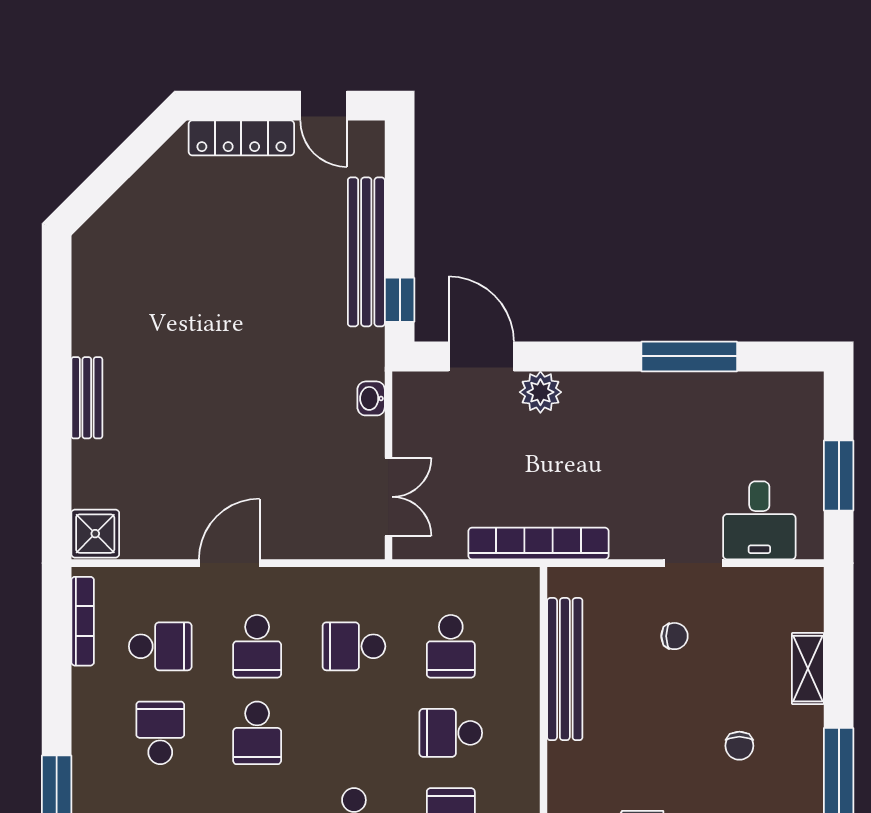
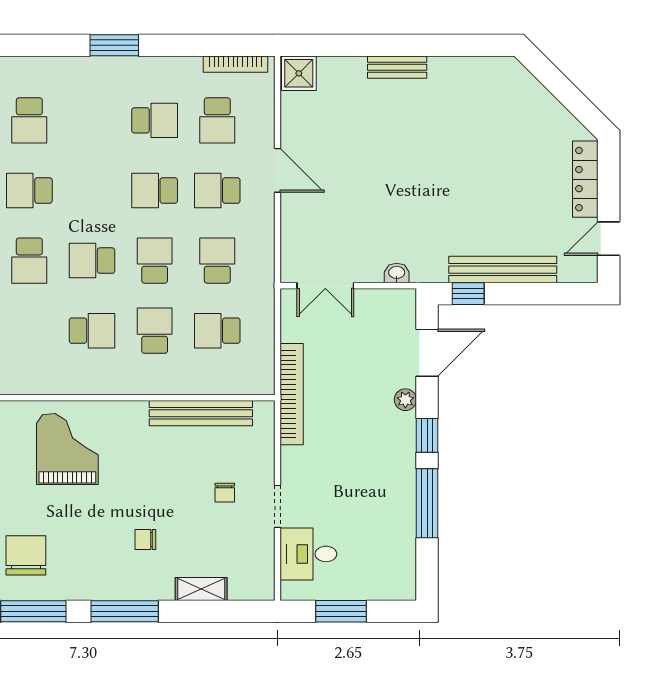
window: (596, 356) -> (427, 435), added
plant: (540, 392) -> (405, 400), width x0.73, depth x0.73
school desk: (354, 733) -> (155, 261), added

